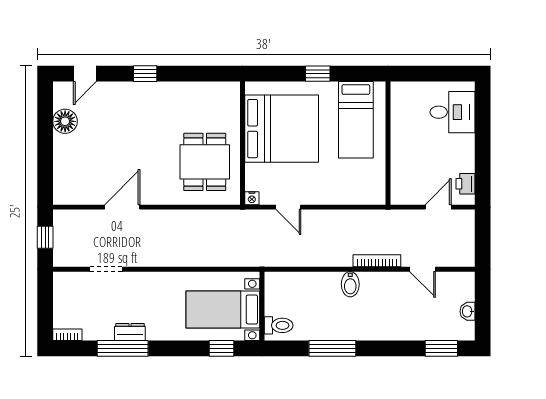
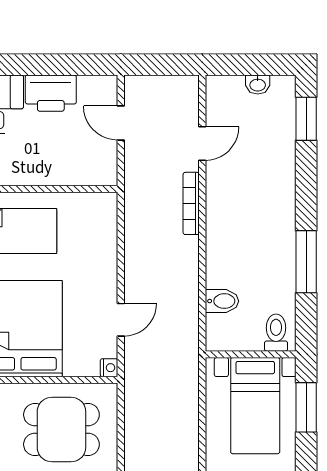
printer: (465, 184) -> (51, 93), moved, width x1.87, depth x1.48
bidet: (350, 284) -> (222, 301), moved
window: (222, 348) -> (306, 407), width x1.50

